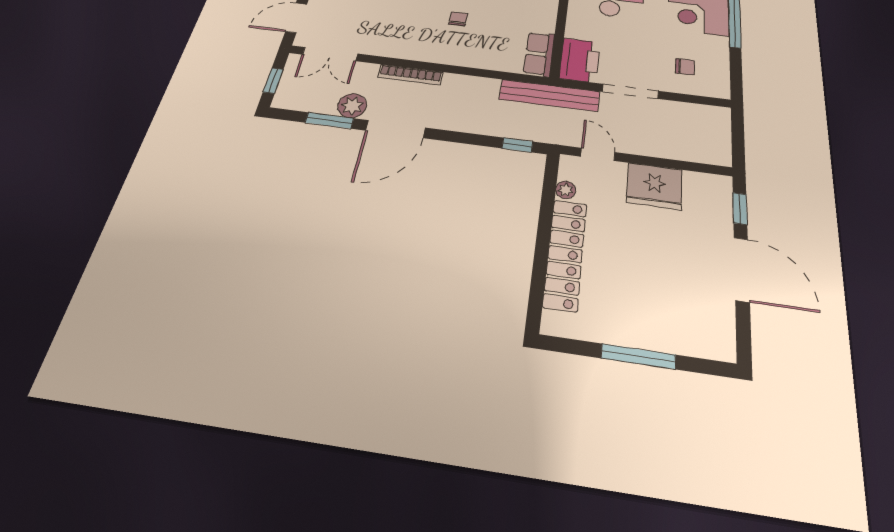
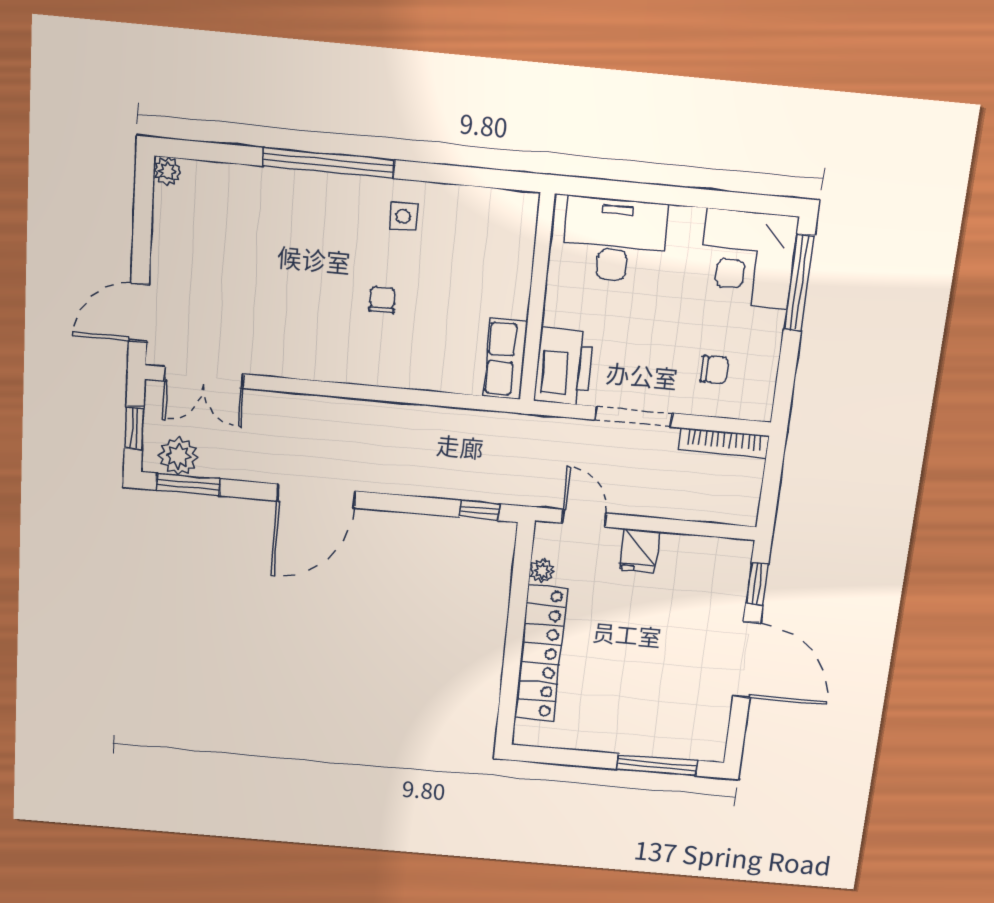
bookcase: (410, 75) -> (724, 443), moved
bench: (549, 95) -> (521, 430), removed
plant: (352, 106) -> (178, 456), moved
window: (329, 120) -> (188, 484), moved
fridge: (654, 186) -> (639, 551), width x0.53, depth x0.75
window: (638, 356) -> (657, 765), moved

